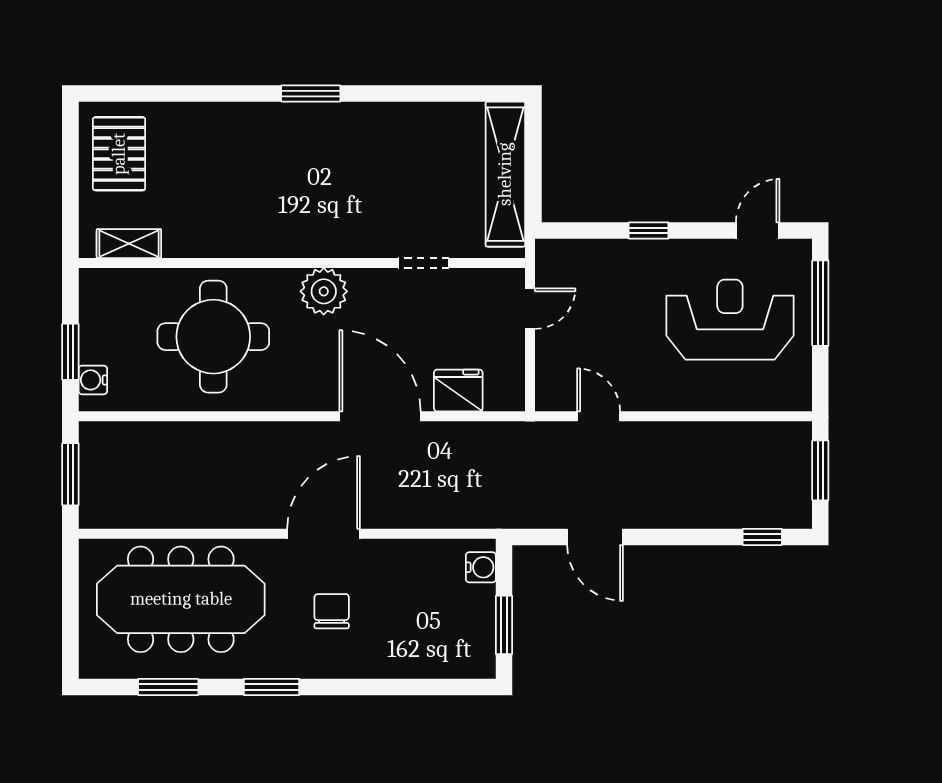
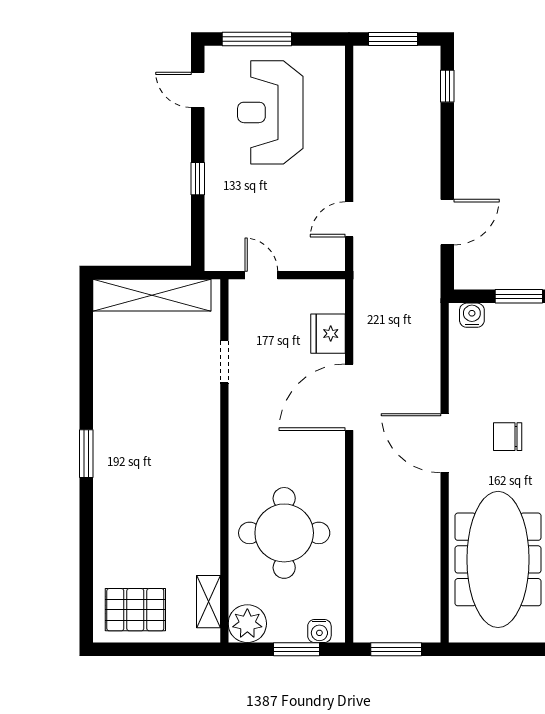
plant: (324, 291) -> (247, 624), moved

